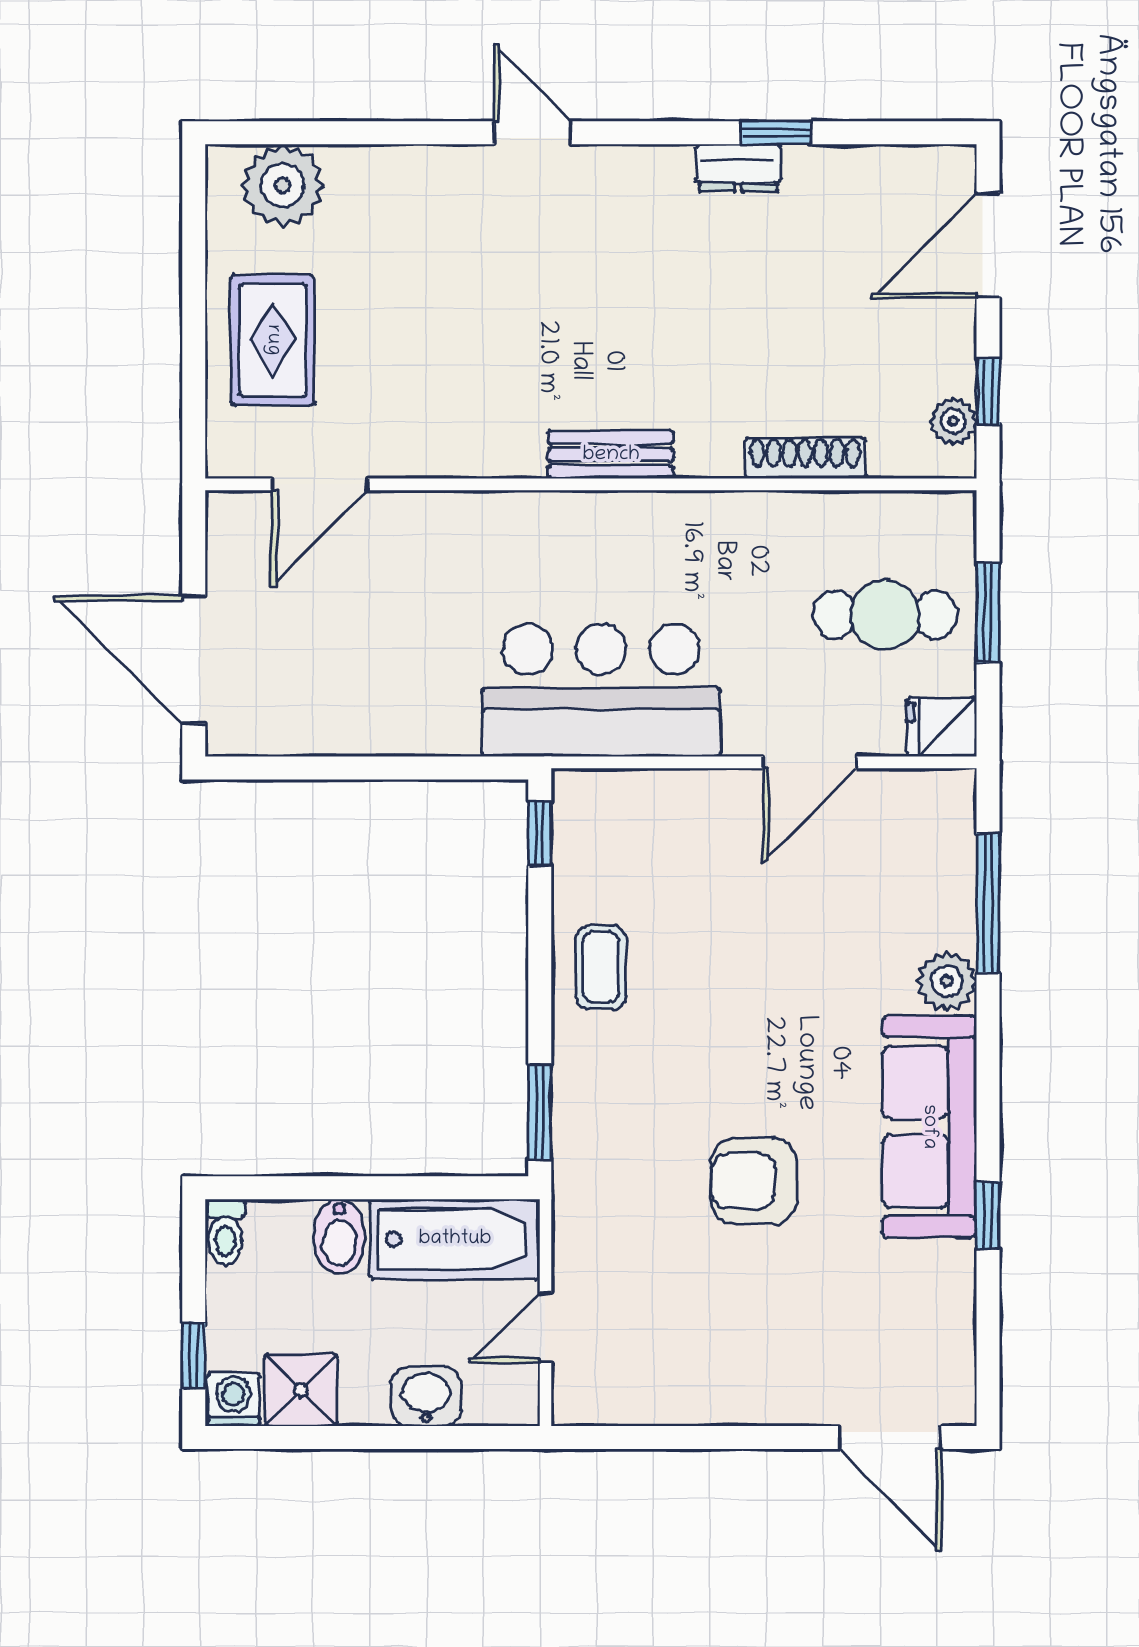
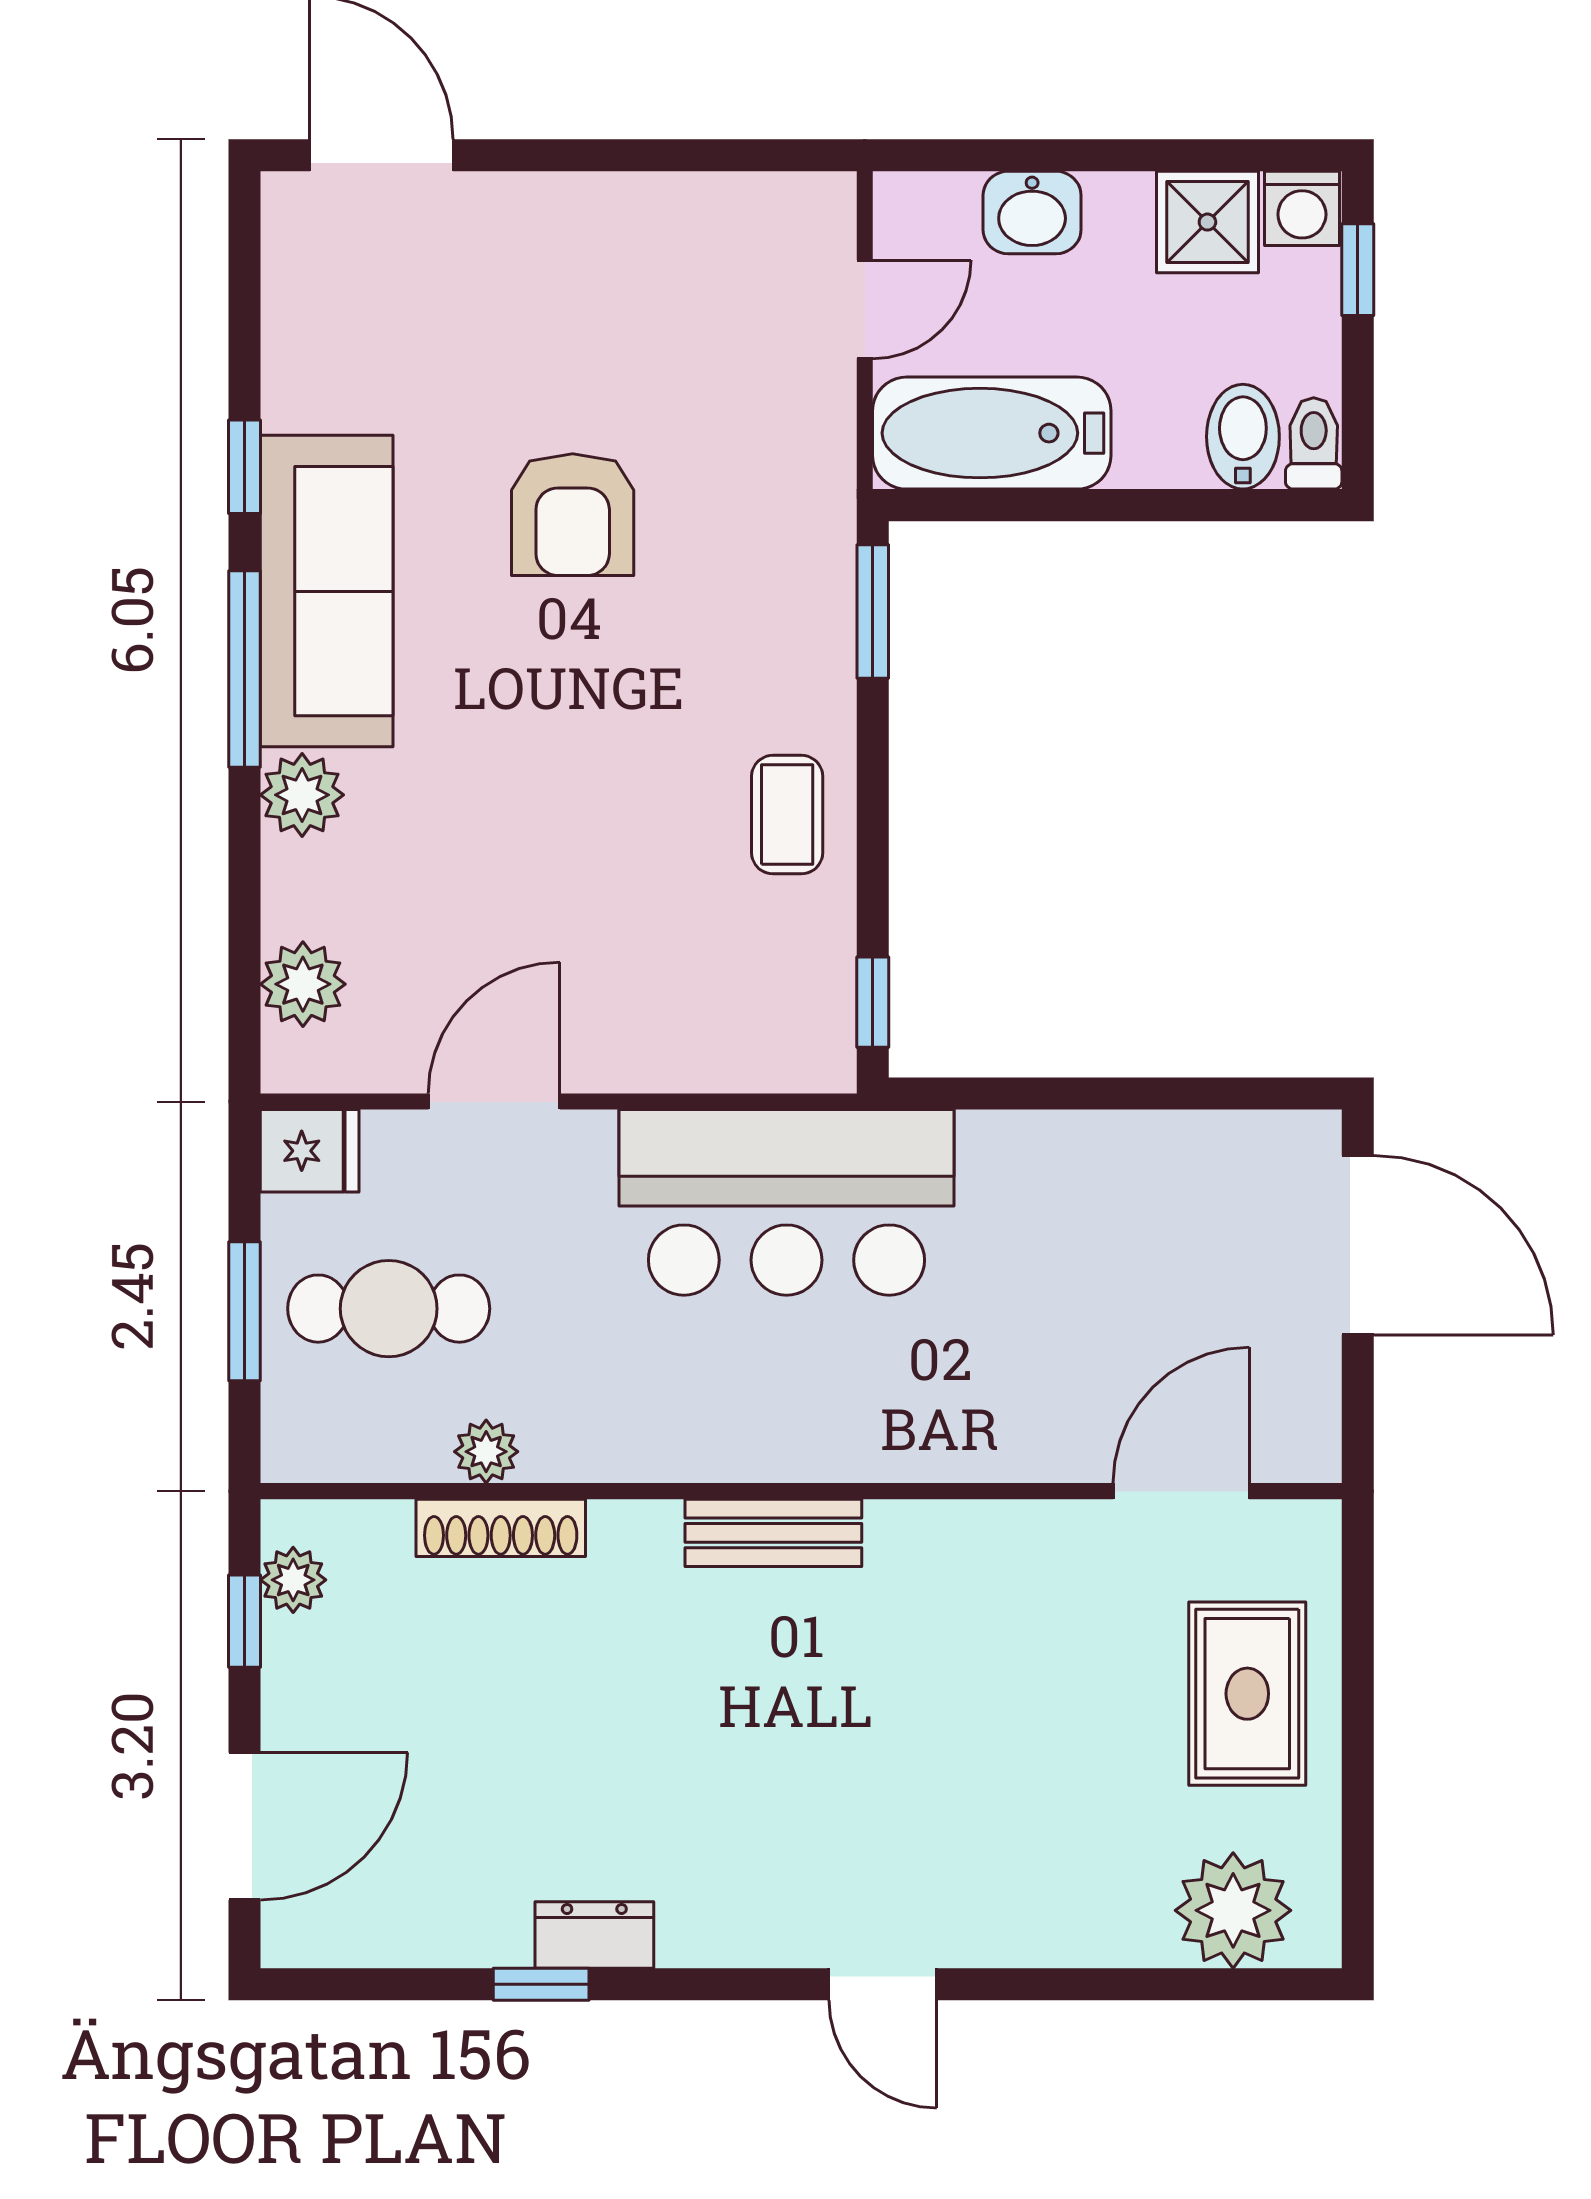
plant: (816, 513) -> (486, 1452), added
plant: (946, 846) -> (303, 984), added
window: (988, 903) -> (244, 669), moved
armchair: (754, 1181) -> (573, 515), turned 90
bidet: (339, 1237) -> (1243, 437), moved

